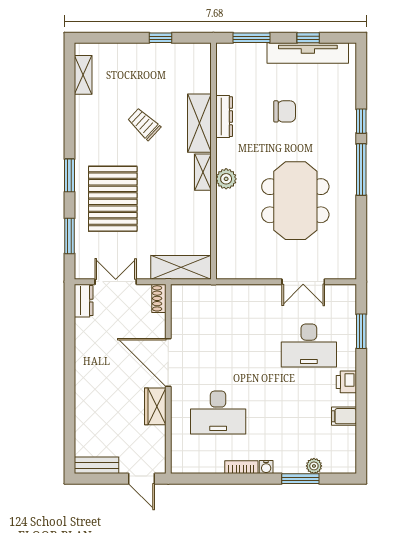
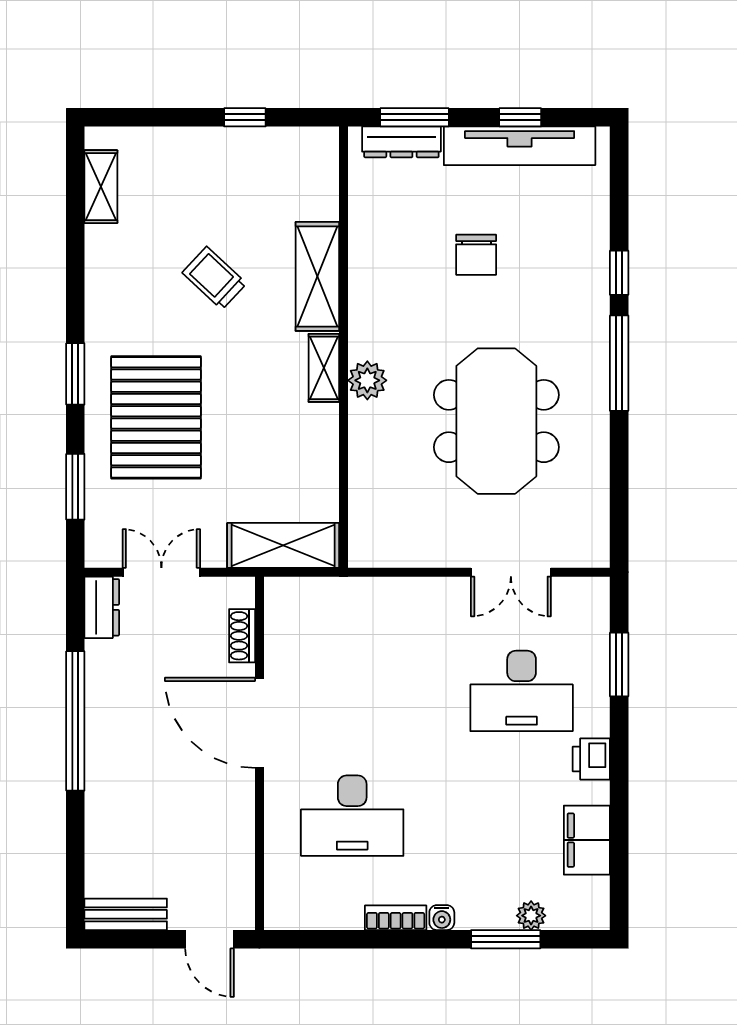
chair: (285, 111) -> (476, 255), turned 90
dresser: (224, 117) -> (401, 142), moved, turned 90
shoe rack: (159, 298) -> (242, 636), moved
window: (69, 362) -> (75, 721), added
wardrobe: (155, 406) -> (235, 804), removed
filing cabinet: (344, 416) -> (587, 840), width x2.00

